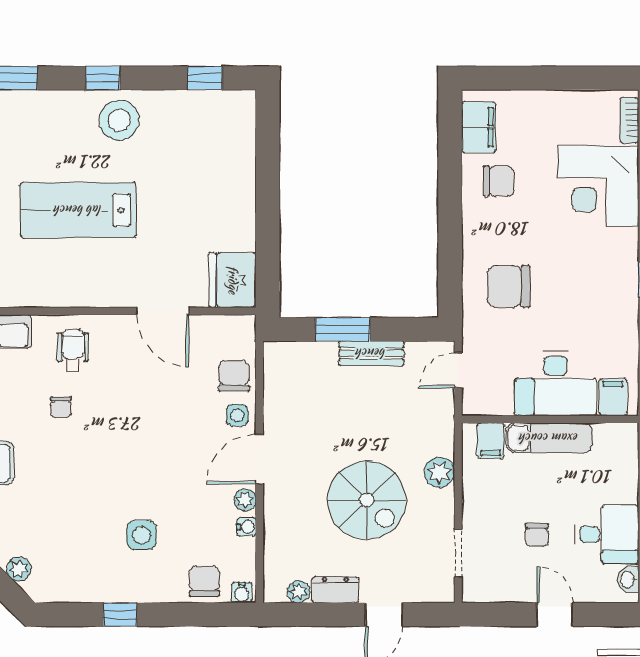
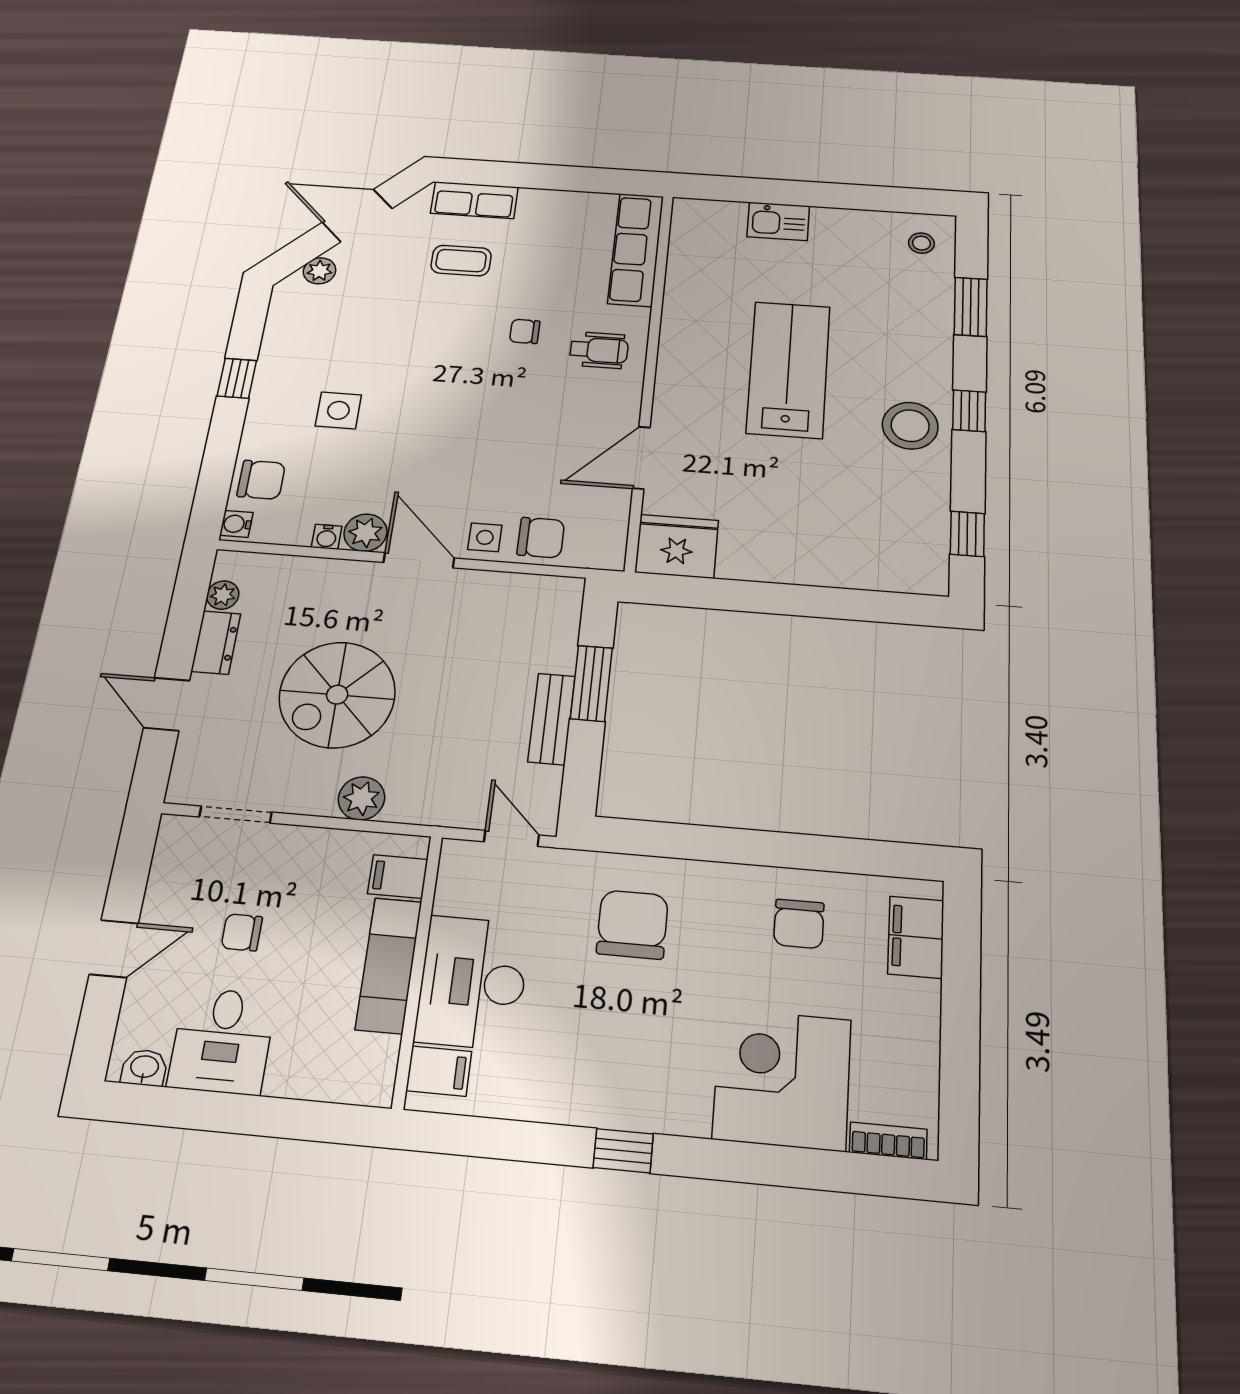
filing cabinet: (479, 127) -> (916, 937), moved, turned 90
plant: (245, 500) -> (365, 533), width x1.38, depth x1.38

